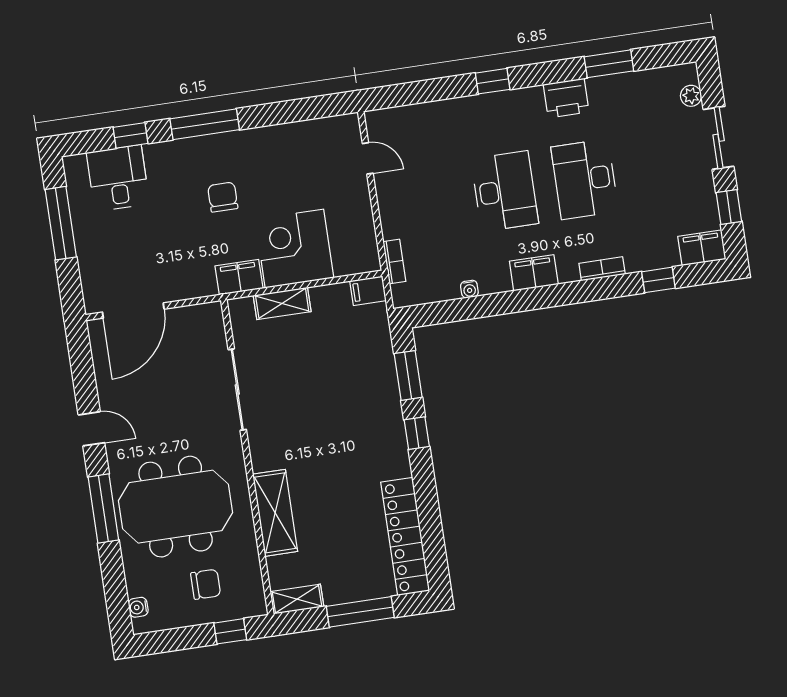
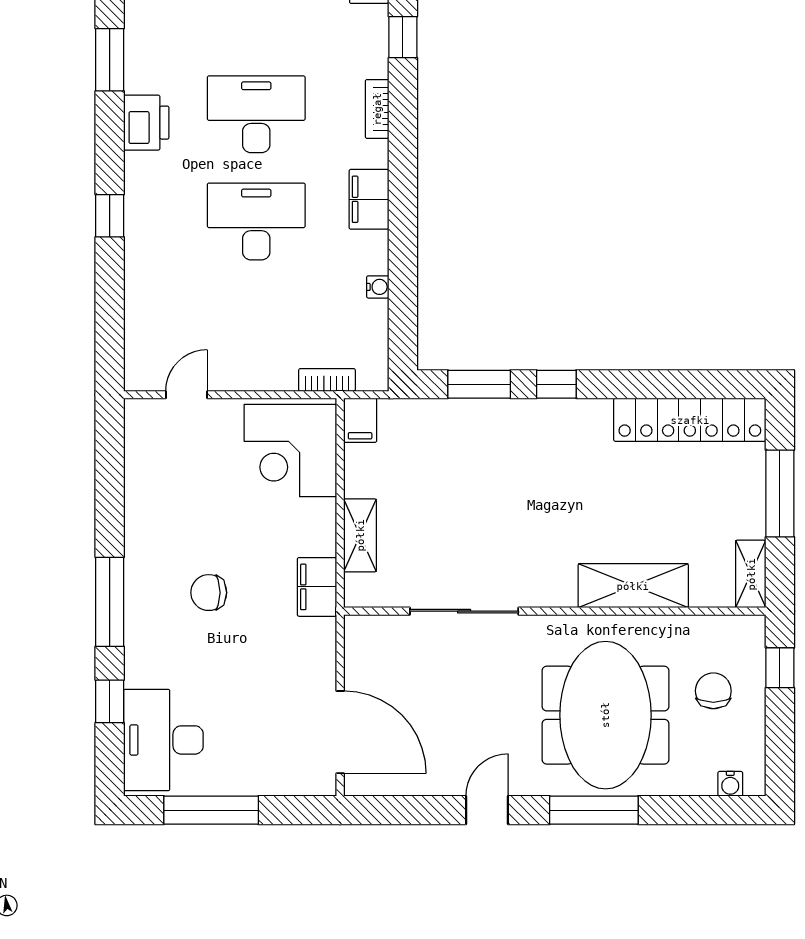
desk: (118, 178) -> (163, 740), width x1.37
desk: (585, 179) -> (256, 114), turned 180
corner desk: (294, 249) -> (290, 451), moved

